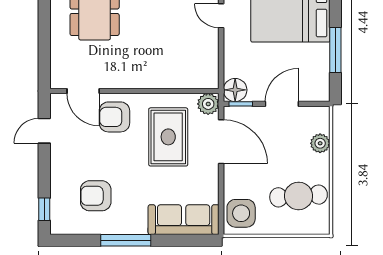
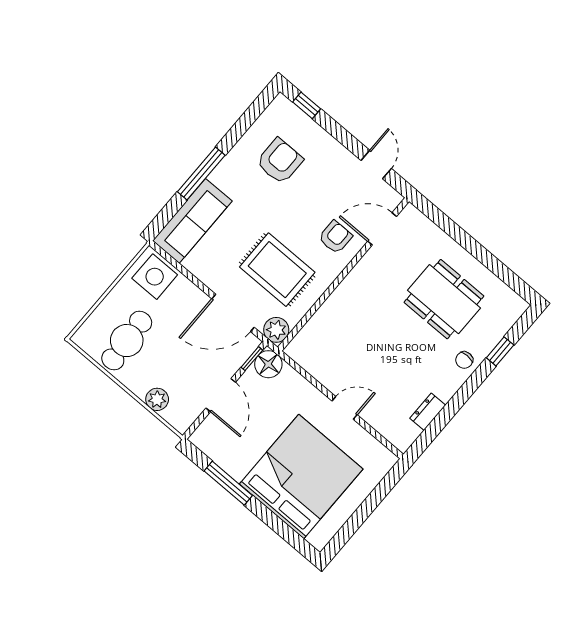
armchair: (114, 117) -> (335, 237), width x0.72, depth x0.72
window: (126, 240) -> (201, 173), moved

